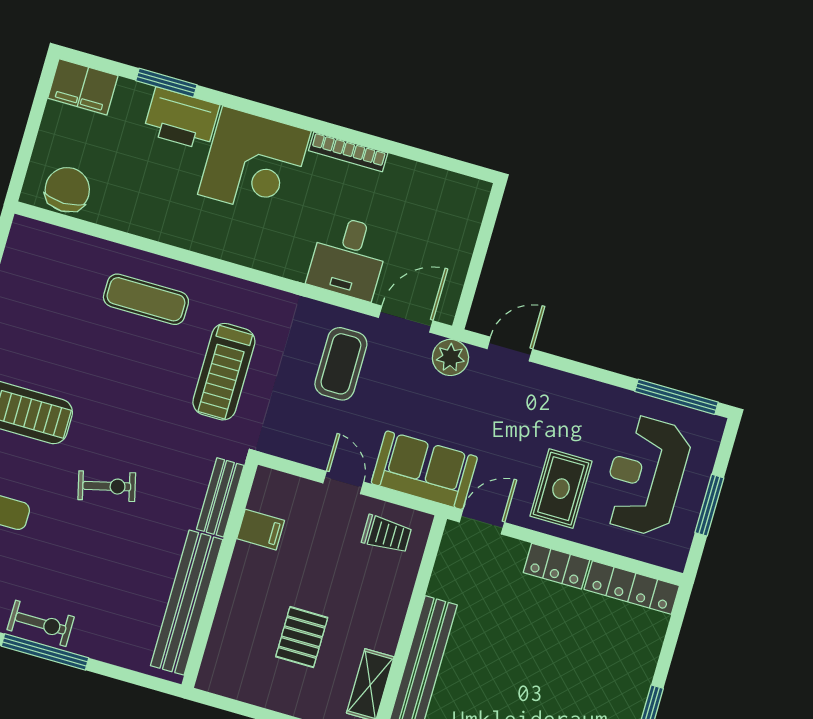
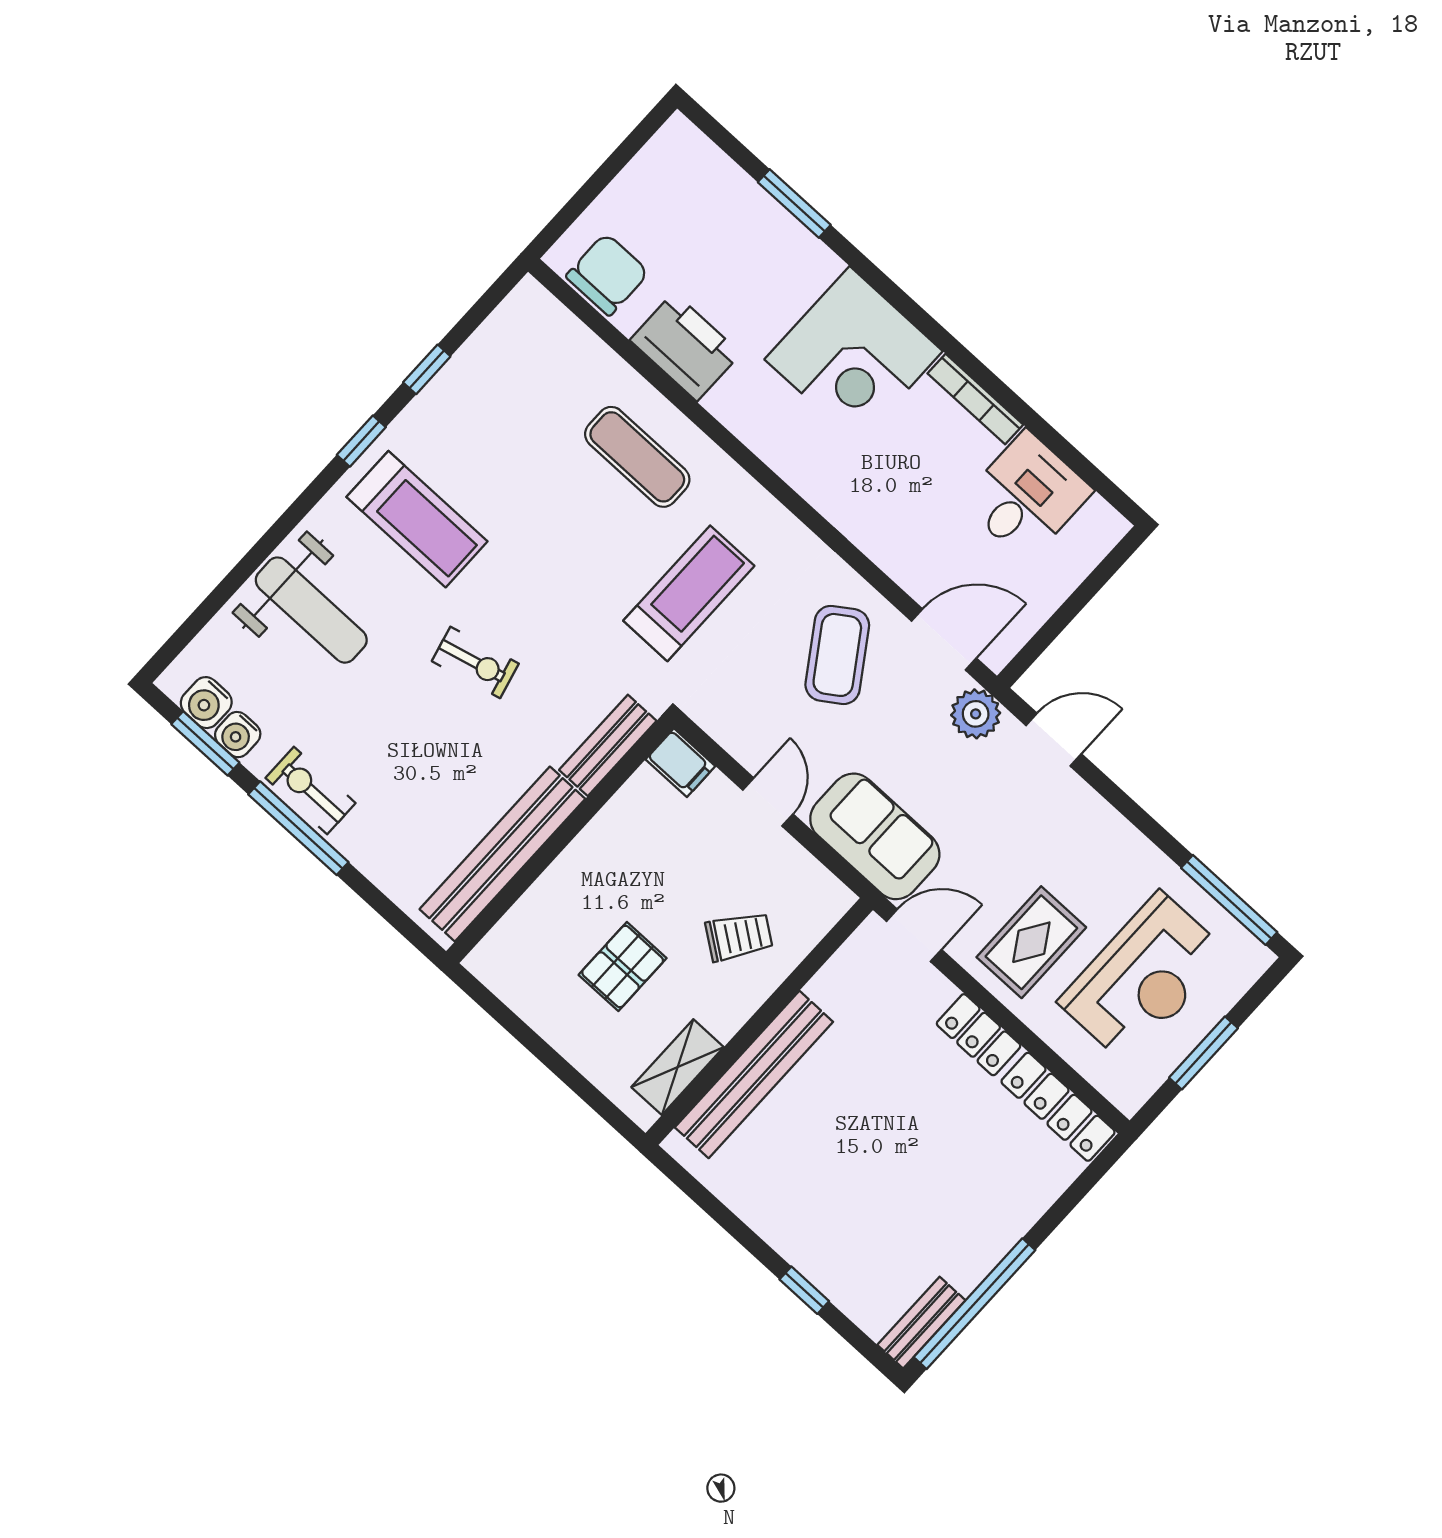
filing cabinet: (83, 87) -> (689, 158), removed
printer: (181, 119) -> (685, 347), moved, turned 180
desk: (348, 257) -> (1026, 496), moved, turned 180
coffee table: (341, 364) -> (837, 655), turned -34
treadmill: (224, 372) -> (689, 593), turned 180
reception desk: (646, 475) -> (1143, 978), turned 180
filing cabinet: (261, 530) -> (680, 763), moved
trolley: (387, 534) -> (739, 936), moved, turned -54
exercise bike: (41, 623) -> (310, 790), turned 180

